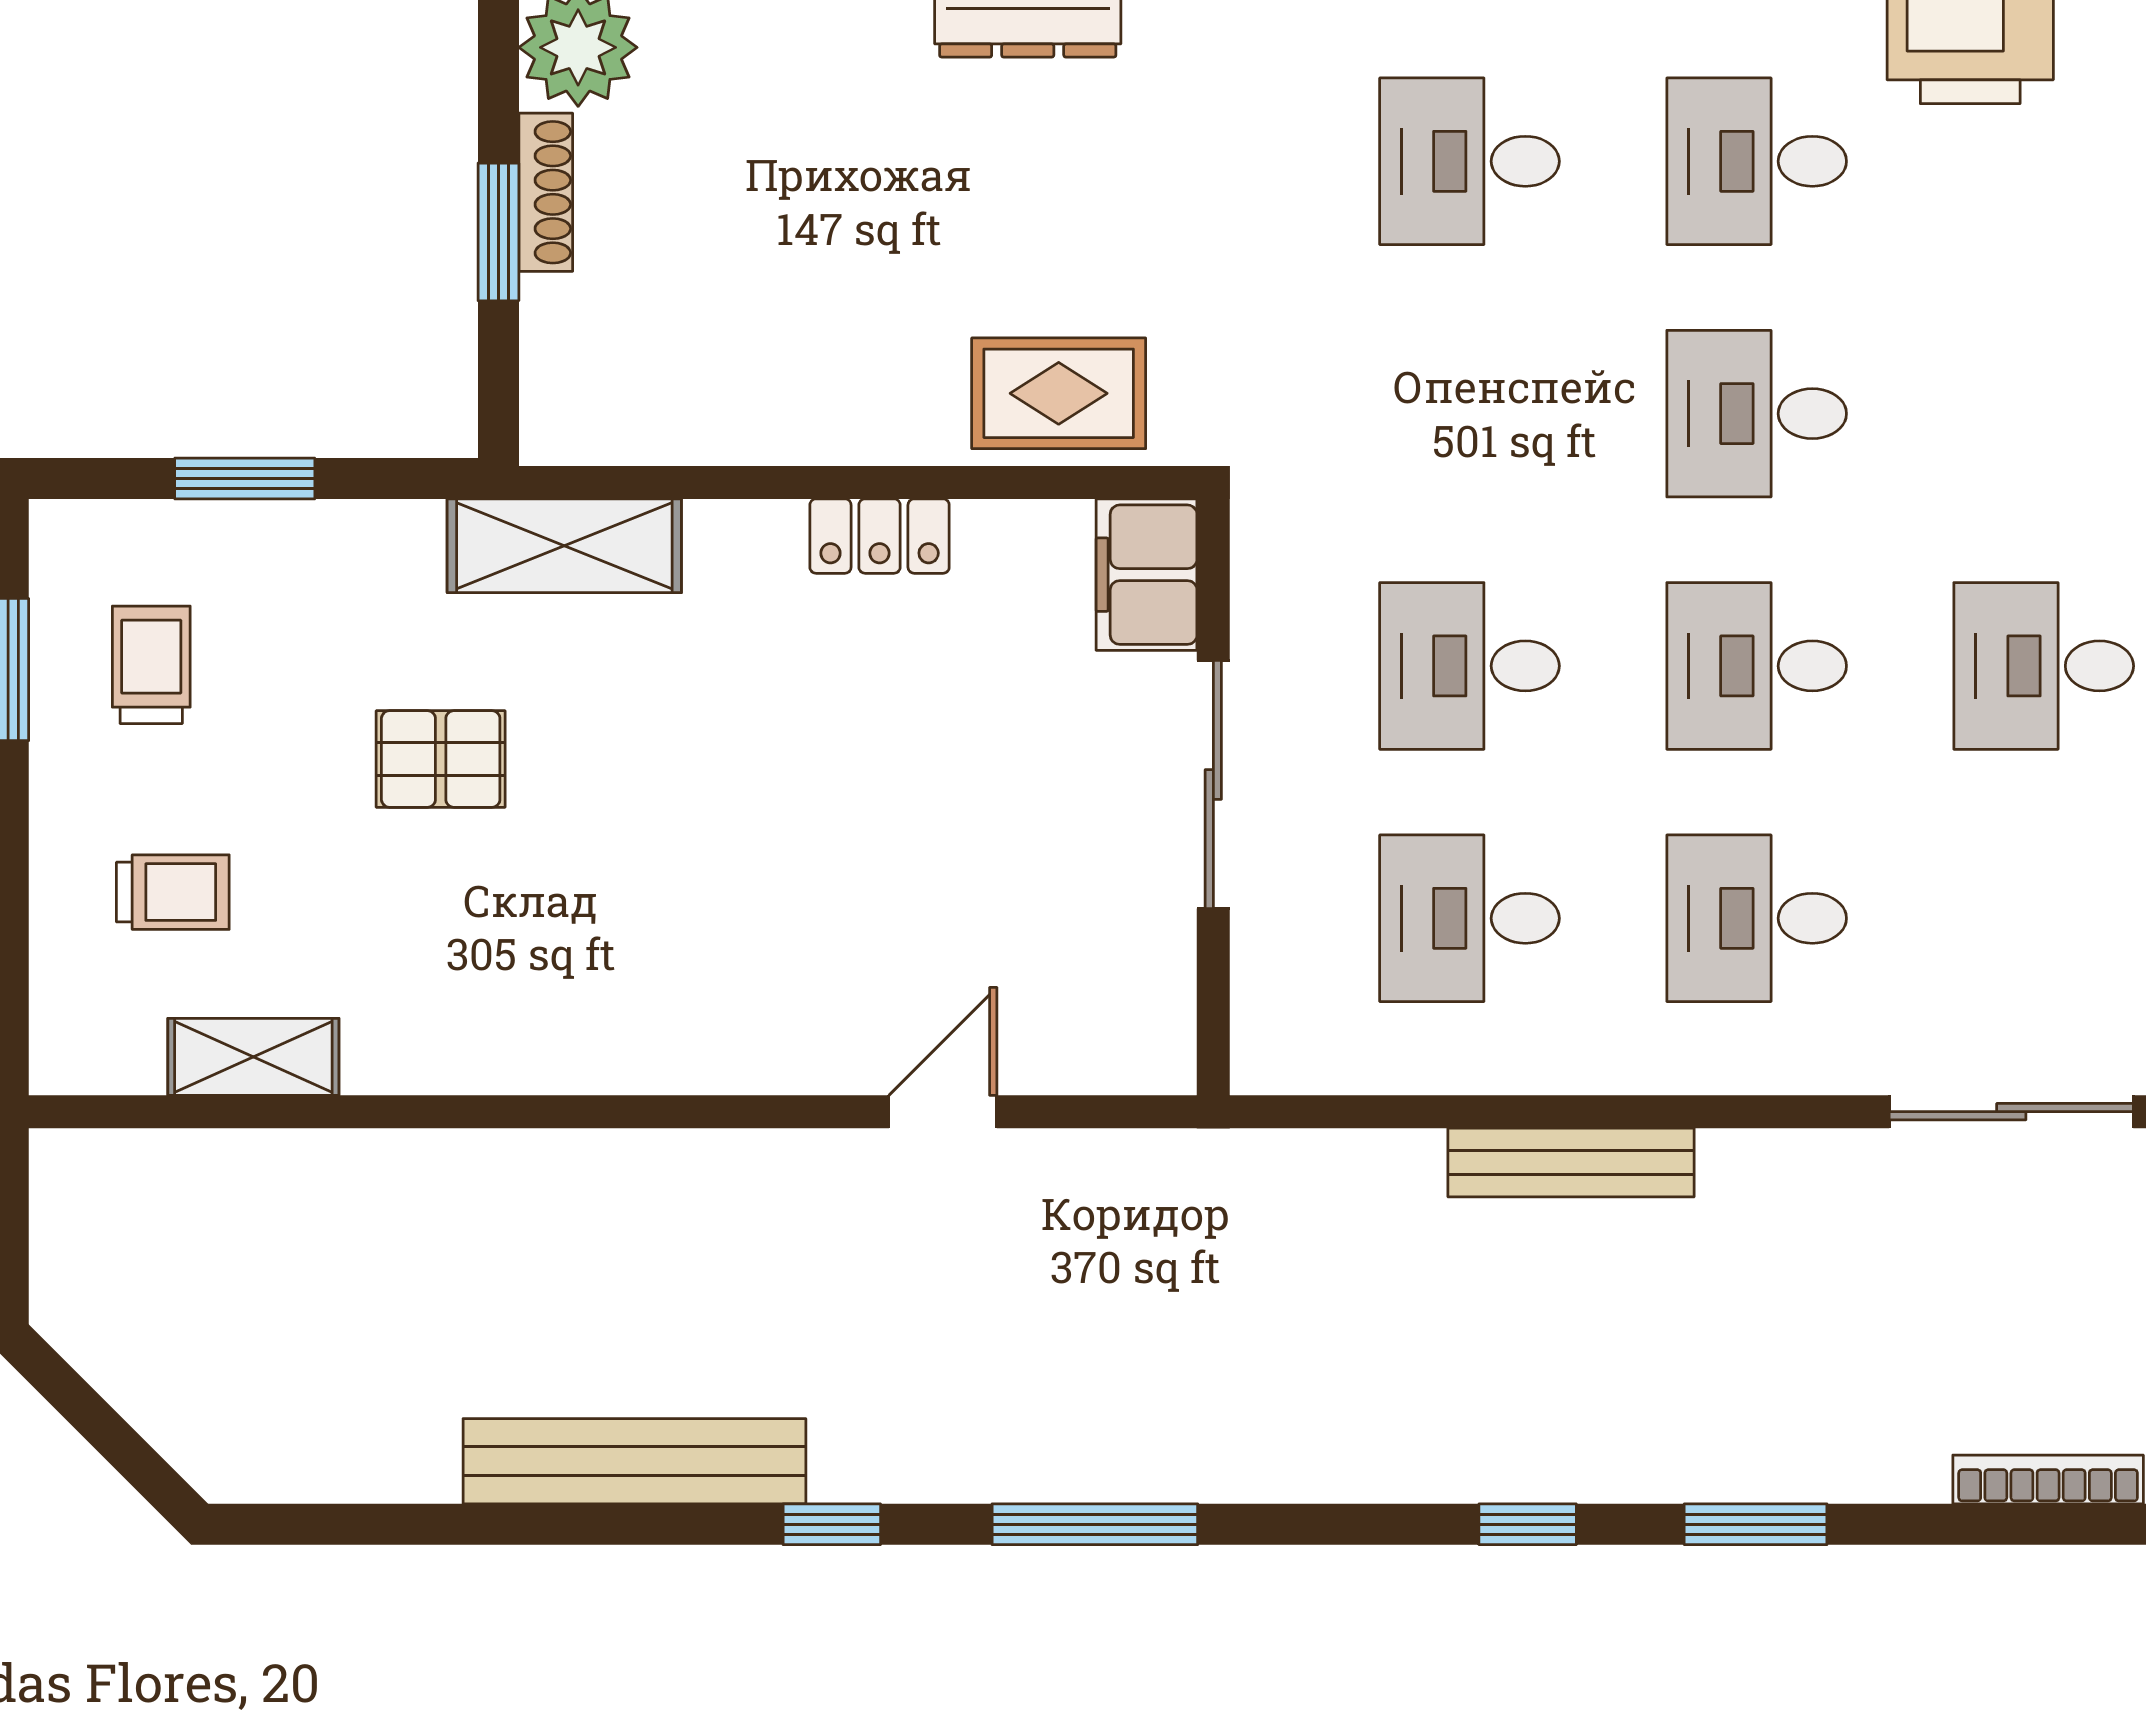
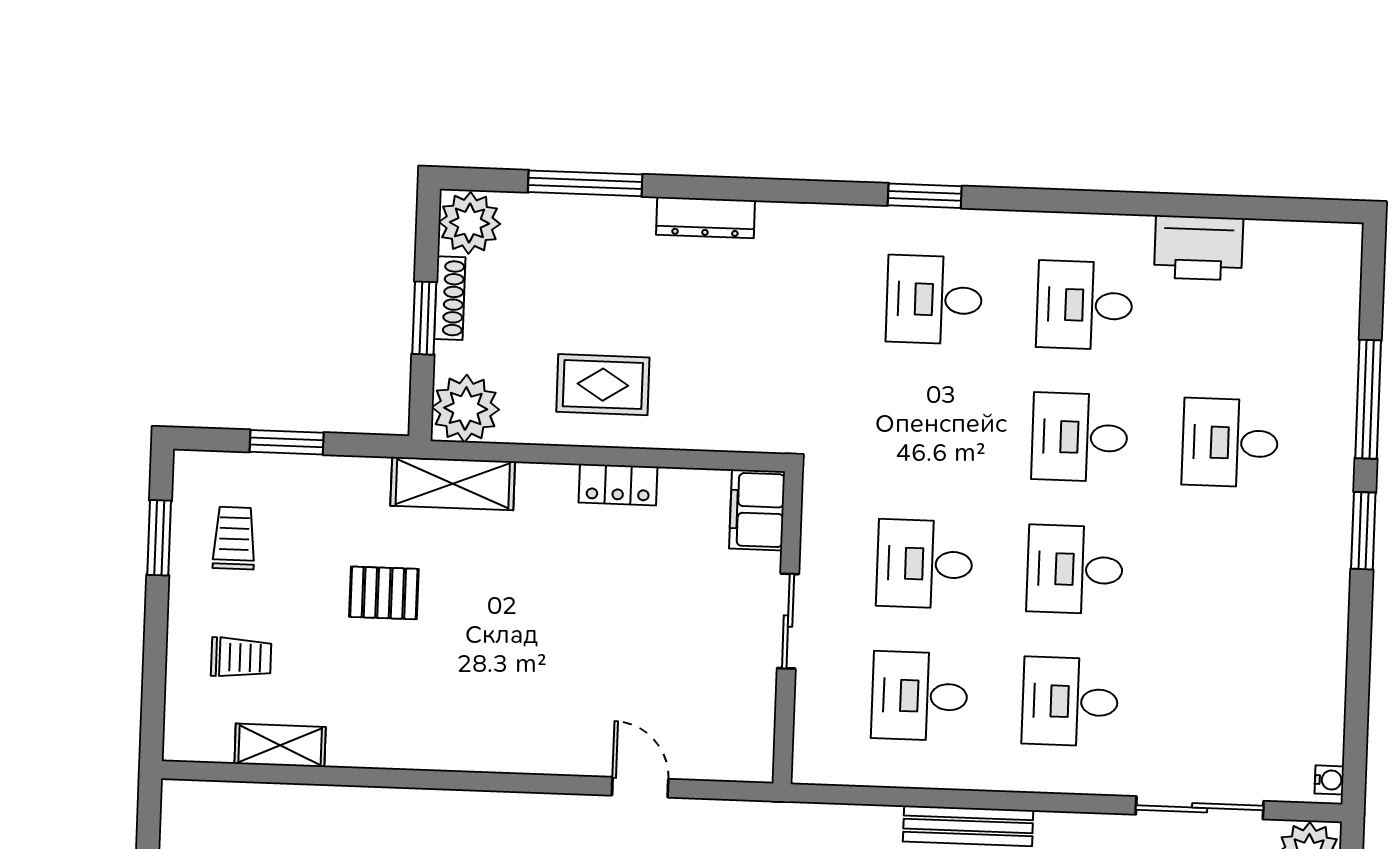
rug: (1059, 393) -> (603, 385), moved
plant: (584, 402) -> (466, 408), added
desk: (2044, 666) -> (1230, 443), moved
sliding door: (1213, 784) -> (788, 621), width x0.73
door: (943, 1112) -> (640, 787), hinge flipped

